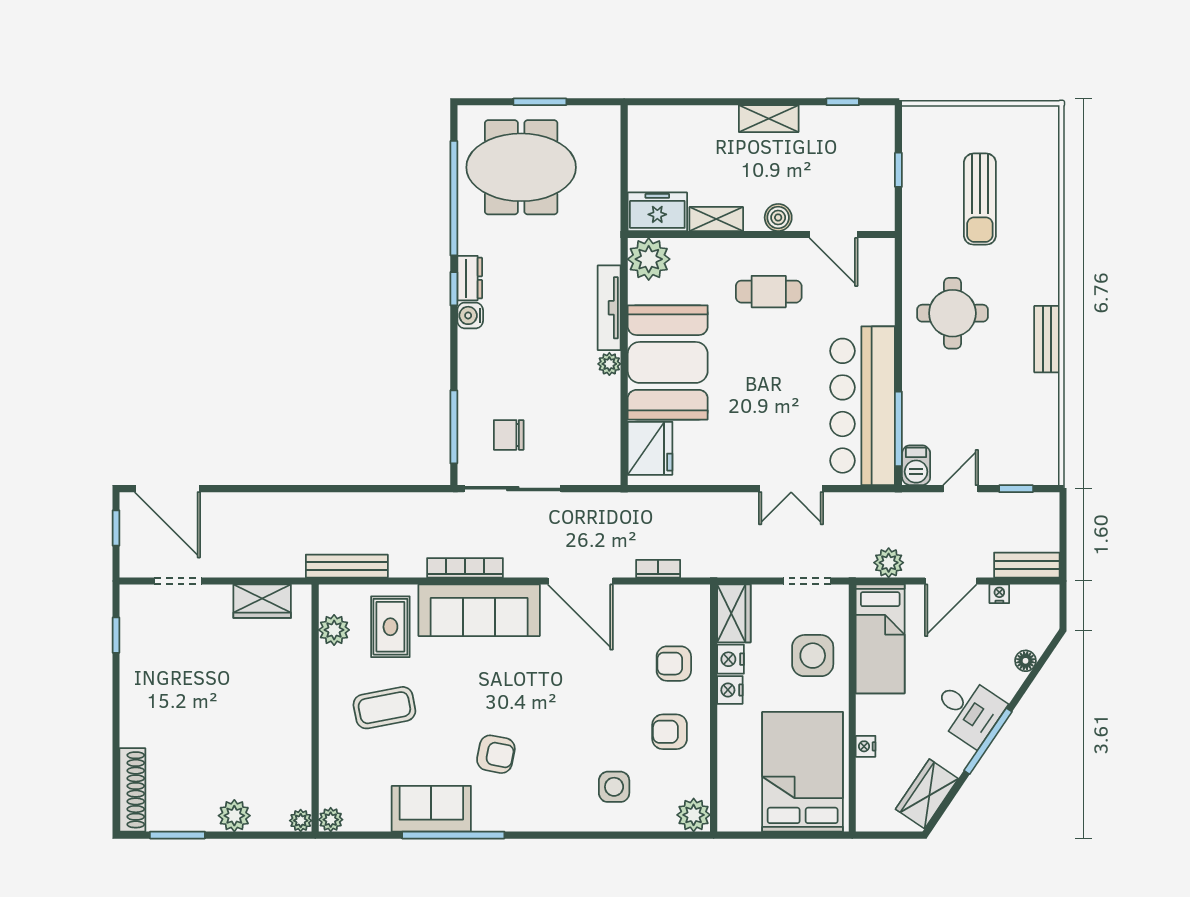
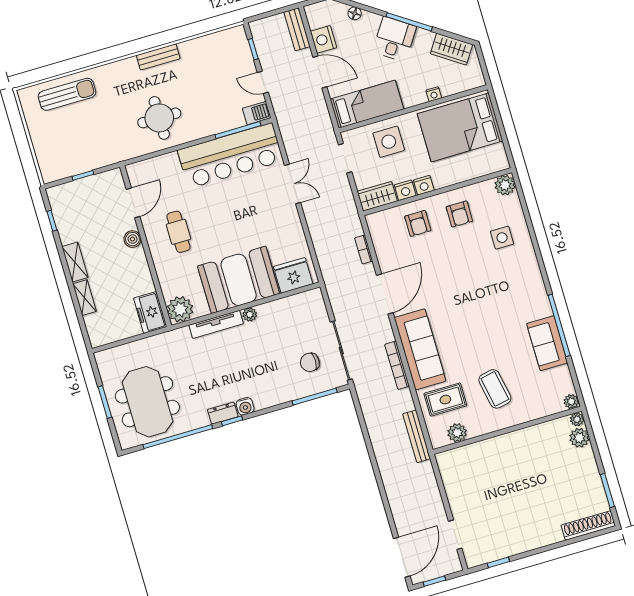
sun lounger: (980, 199) -> (67, 94), moved
shelving: (716, 219) -> (84, 298), moved
chair: (509, 435) -> (310, 362), turned 90
plant: (889, 563) -> (320, 112), removed
nightstand: (999, 594) -> (323, 39), width x1.89, depth x1.79
wardrobe: (262, 601) -> (453, 481), removed
armchair: (496, 754) -> (503, 314), removed
plant: (234, 816) -> (579, 438), moved

